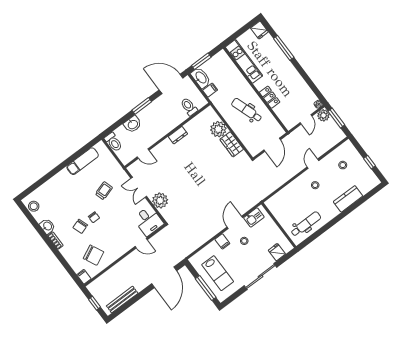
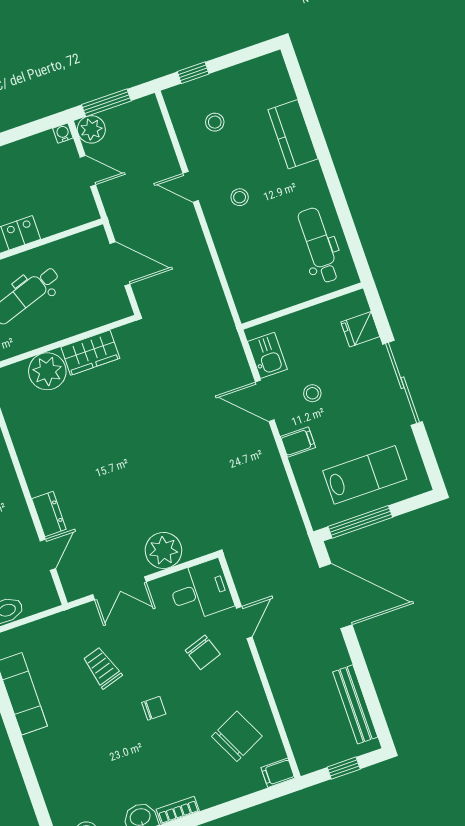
dresser: (178, 135) -> (49, 514), moved
window: (370, 162) -> (193, 73), moved
chair: (80, 226) -> (203, 652), moved
window: (206, 288) -> (360, 522), moved

